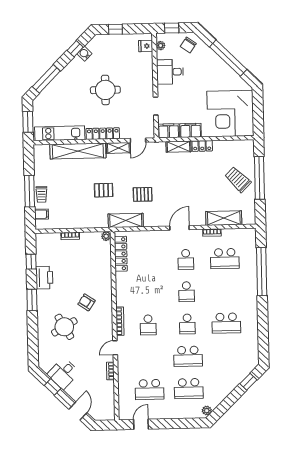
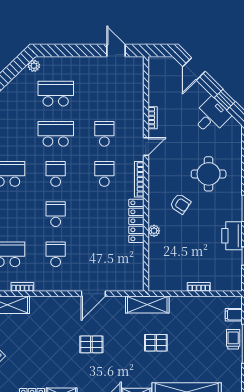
pallet: (143, 194) -> (91, 344), moved
shelving: (126, 220) -> (147, 304), moved
door: (180, 228) -> (93, 294), moved
plant: (106, 236) -> (154, 231), moved
locker: (121, 254) -> (136, 221), moved
round table: (64, 327) -> (209, 174), turned 30
school desk: (150, 389) -> (104, 134), moved, width x0.54
door: (141, 424) -> (116, 51), swing flipped

